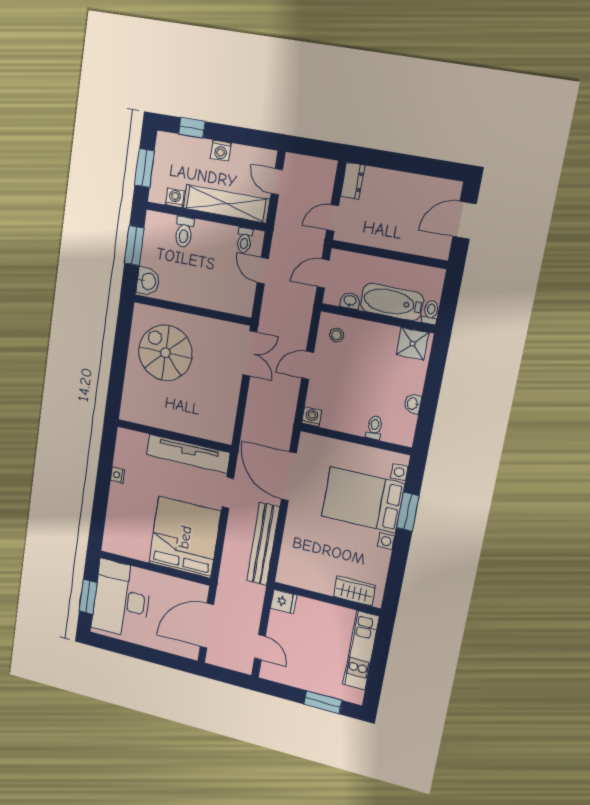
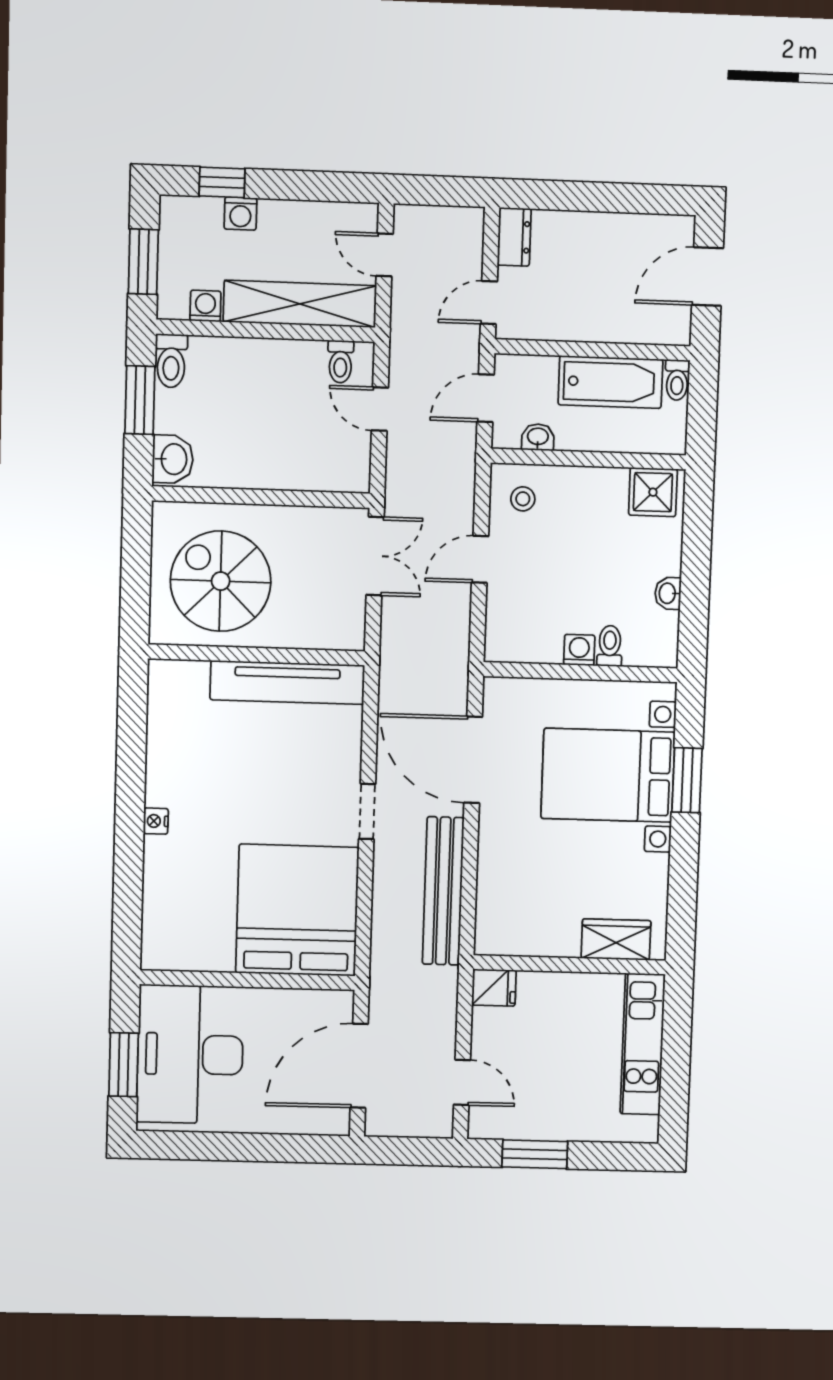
washing machine: (221, 151) -> (240, 214), moved
toilet: (184, 232) -> (171, 361), moved
bathtub: (392, 302) -> (610, 382), moved, turned 180
toilet: (431, 312) -> (677, 380), moved, turned 180
washing machine: (312, 417) -> (579, 650), moved
wall: (174, 436) -> (257, 655), moved
tv unit: (188, 454) -> (287, 682), moved
window: (323, 702) -> (535, 1154), moved

